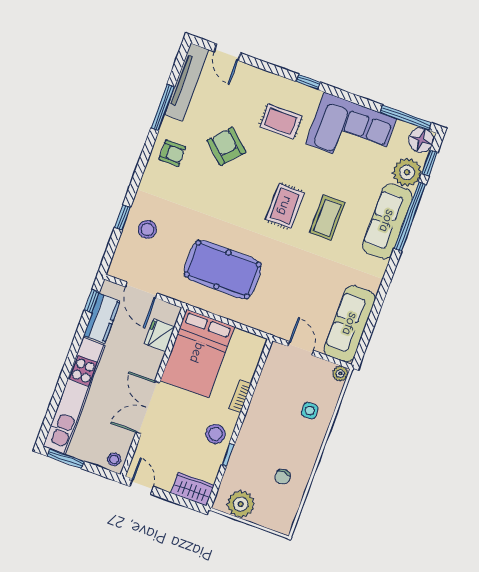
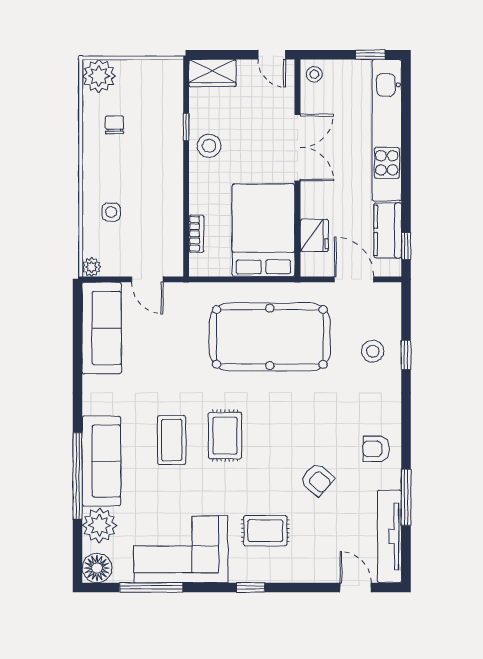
window: (406, 118) -> (151, 587), moved
armchair: (226, 146) -> (317, 480), width x0.72, depth x0.72
window: (430, 163) -> (78, 546), removed
pool table: (223, 269) -> (270, 337), width x1.36, depth x1.32
bookcase: (240, 396) -> (196, 234), moved
window: (66, 459) -> (370, 55), width x0.67
plant: (241, 504) -> (99, 76), moved

